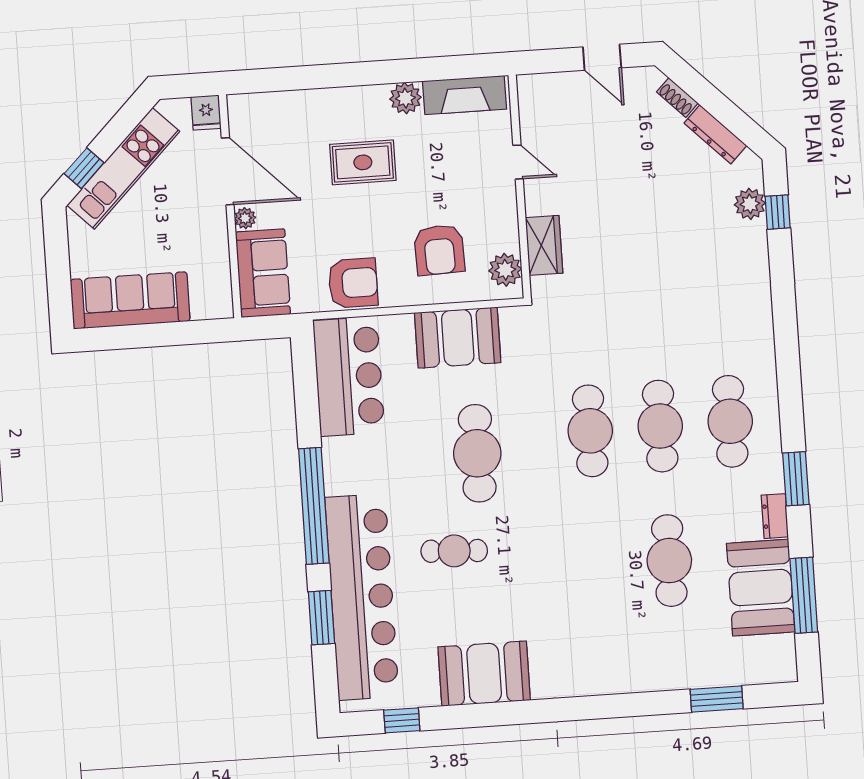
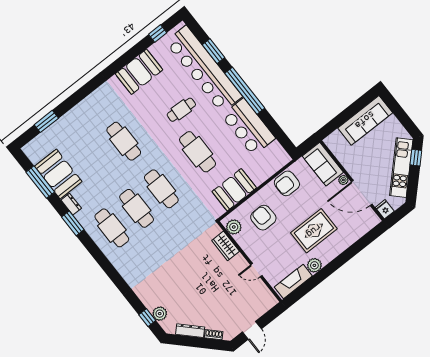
door: (602, 57) -> (252, 330), swing flipped
rug: (363, 162) -> (314, 231), width x1.36, depth x1.43
bar counter: (349, 376) -> (248, 127), moved
cafe table: (669, 561) -> (124, 141), moved

